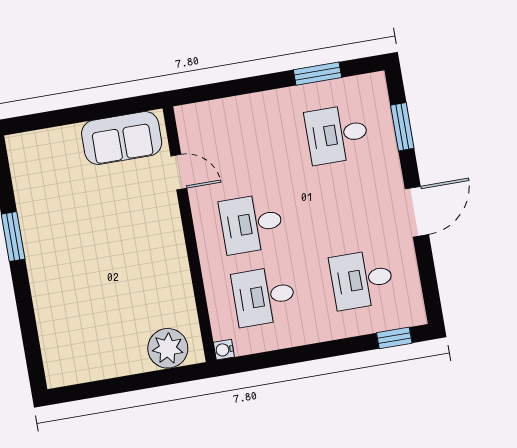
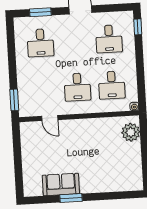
window: (317, 74) -> (14, 100), moved
sofa: (122, 138) -> (61, 184), moved, turned -90
door: (179, 172) -> (50, 118), swing flipped

